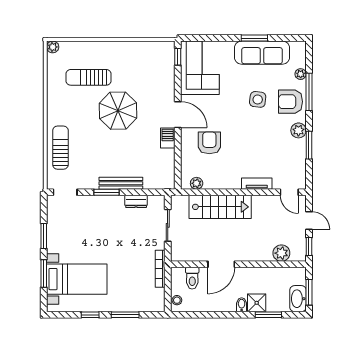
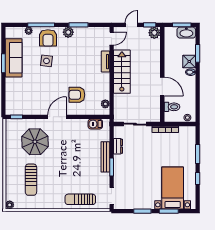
corner sofa: (200, 68) -> (24, 101), removed
parasol: (118, 111) -> (35, 142), moved
barbecue: (168, 138) -> (95, 124), moved
stairs: (220, 207) -> (122, 72), moved
plant: (281, 253) -> (154, 33), moved

